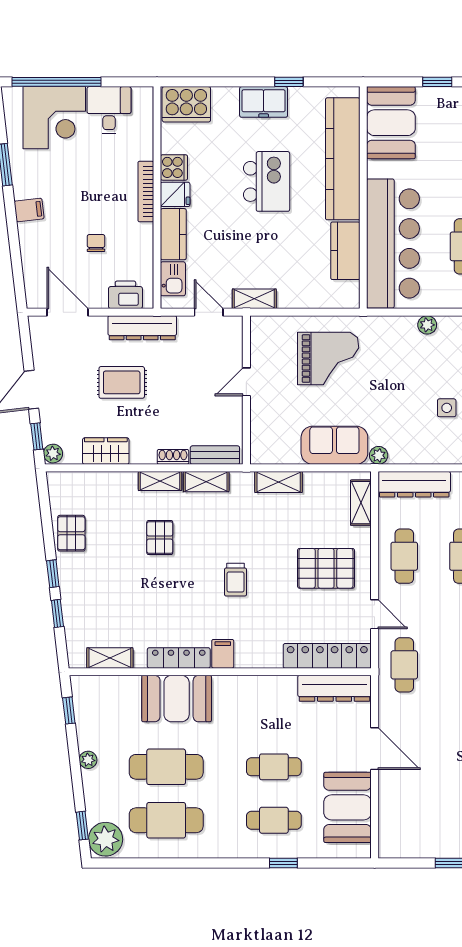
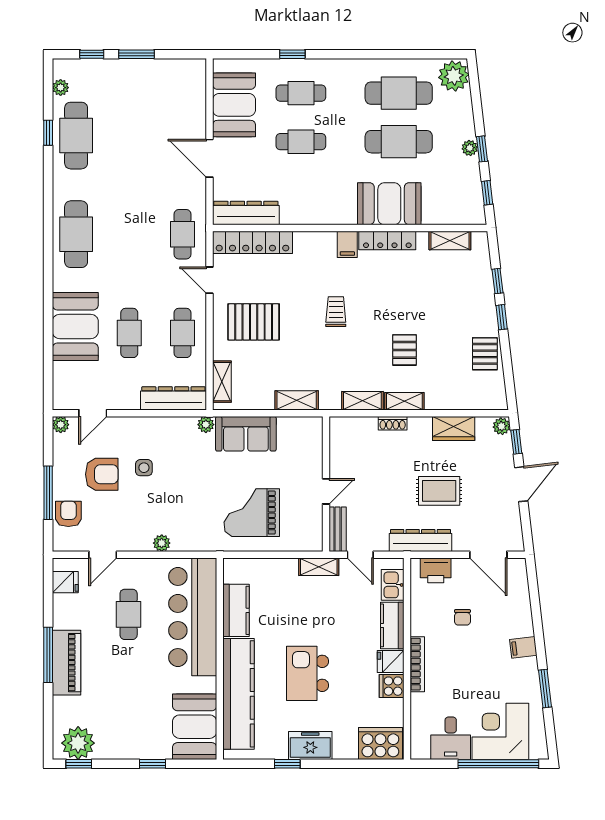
bench: (215, 455) -> (338, 529), moved, turned 90
window: (82, 826) -> (482, 149), moved

